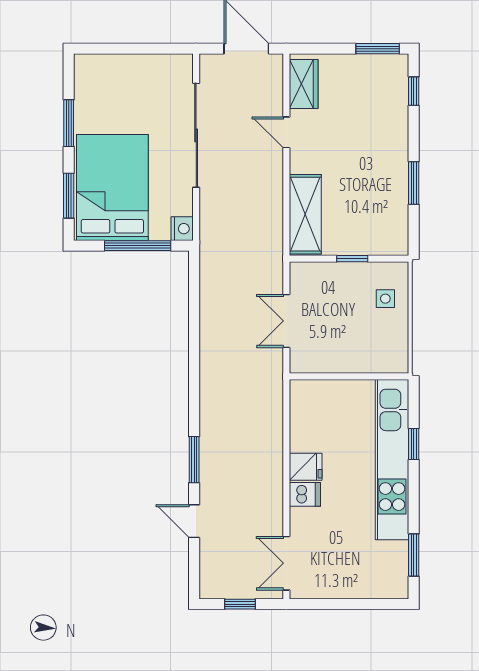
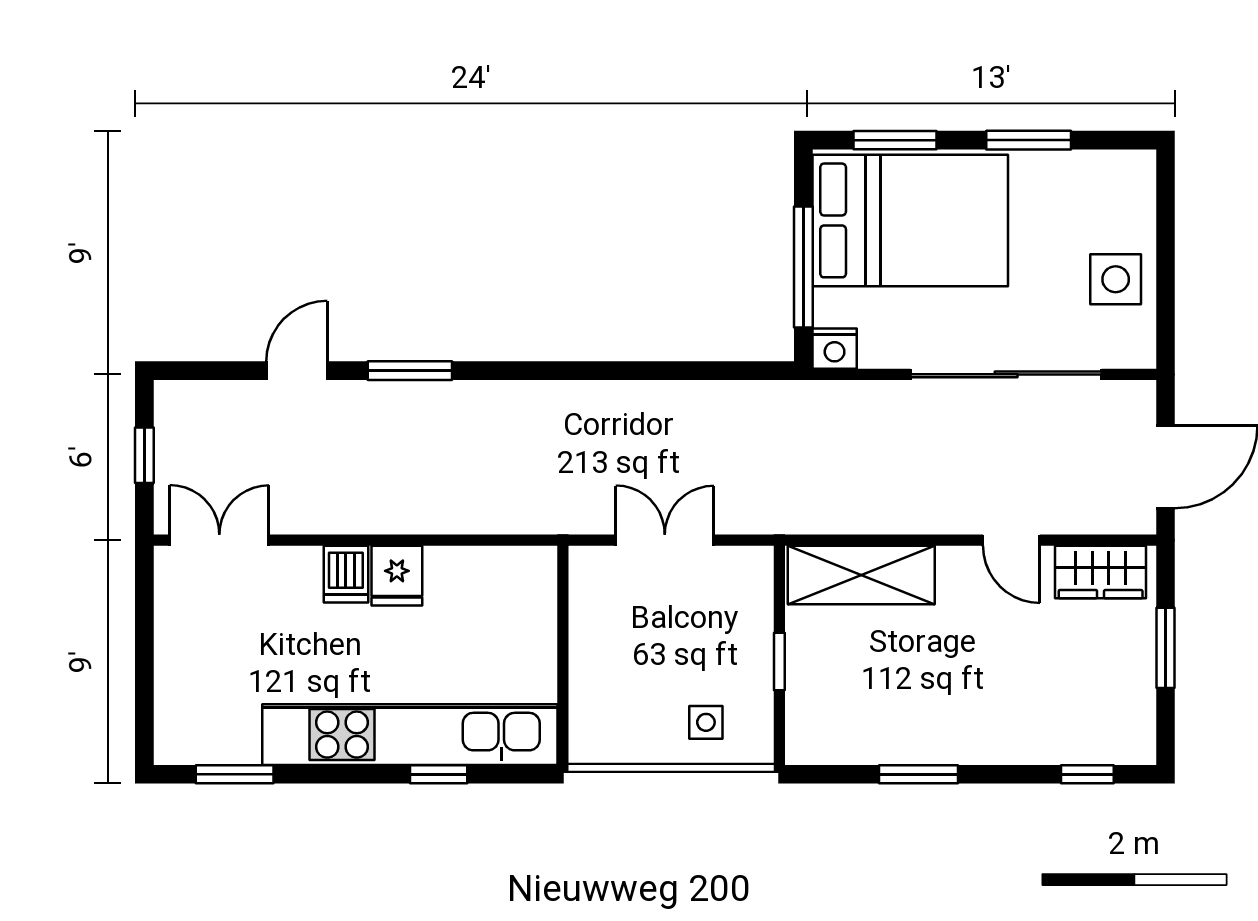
window: (378, 49) -> (1166, 648), moved
side table: (144, 76) -> (1116, 279), added
door: (286, 132) -> (1011, 540), swing flipped

